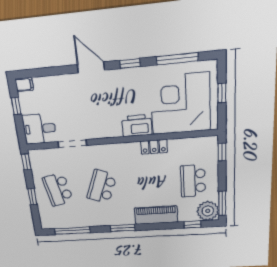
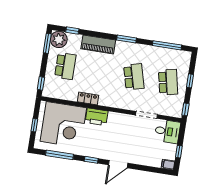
door: (91, 67) -> (118, 164), hinge flipped
school desk: (102, 187) -> (134, 77), turned -36

